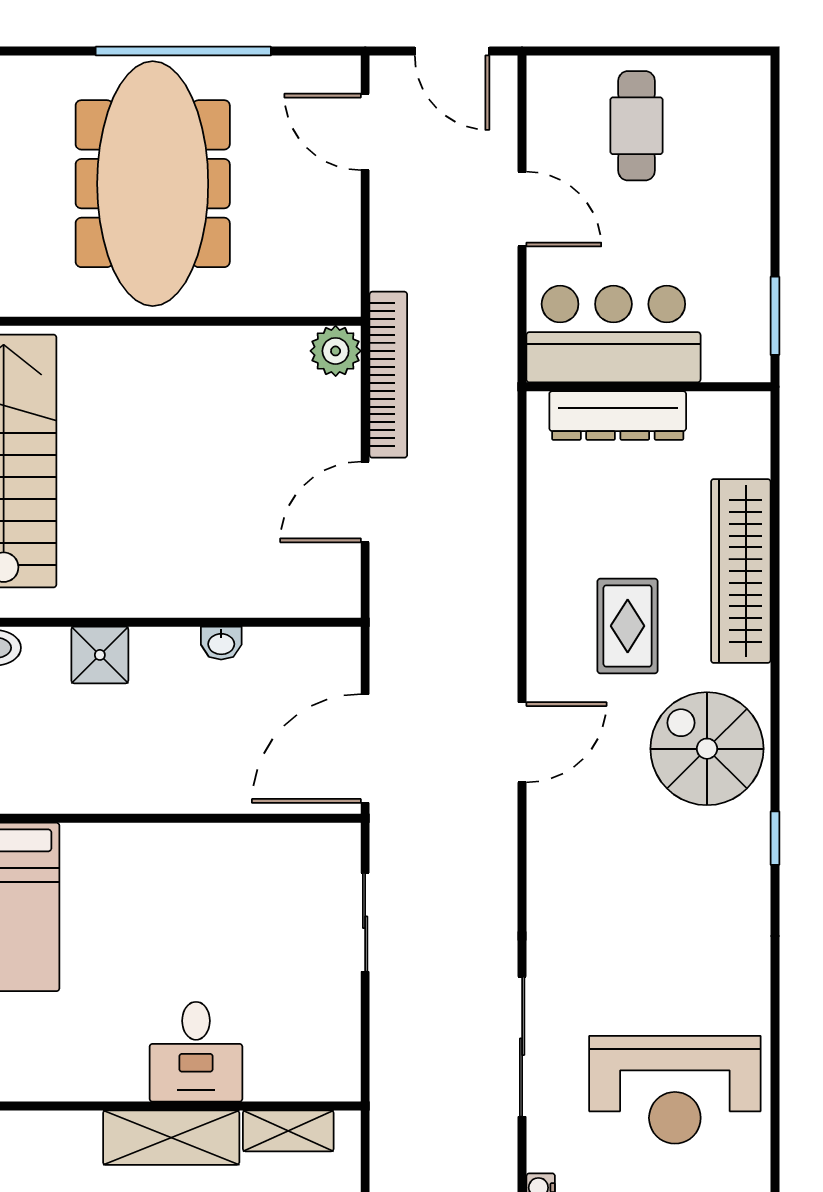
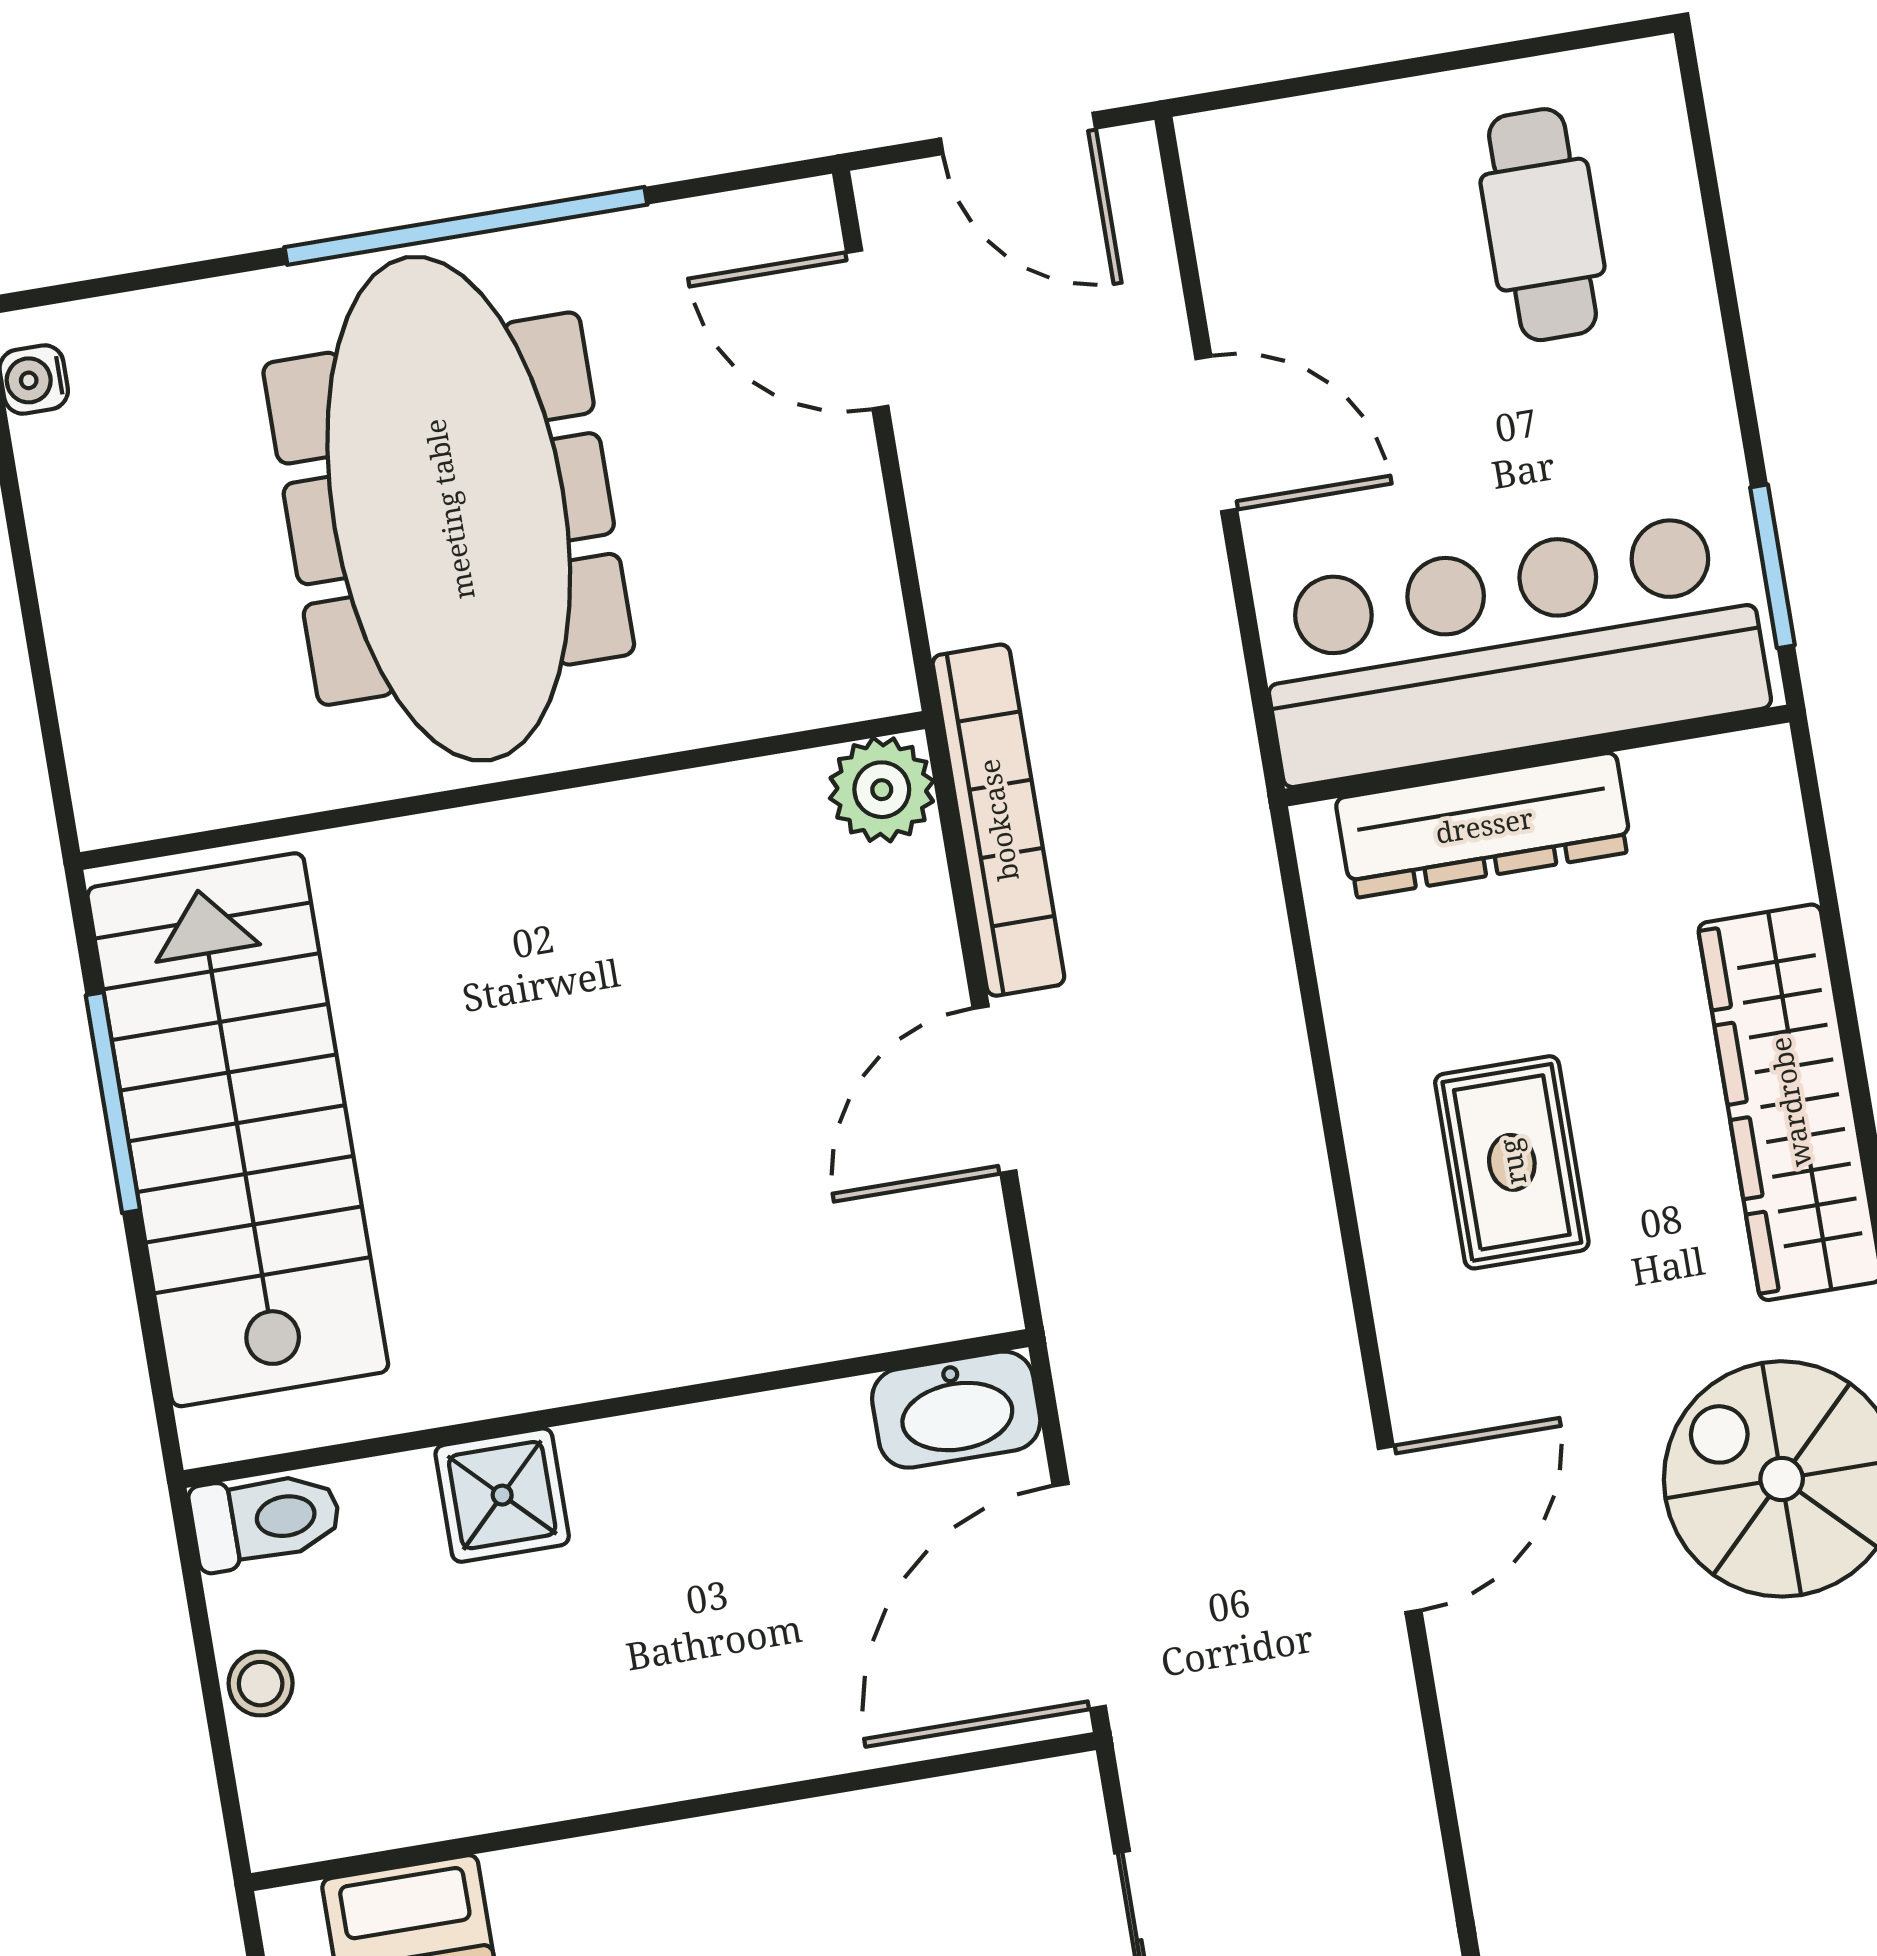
cafe table: (637, 126) -> (1543, 225), moved
bar counter: (613, 334) -> (1512, 648), width x1.36
rug: (628, 626) -> (1512, 1162), moved
washbasin: (221, 643) -> (956, 1410), moved, width x1.91, depth x1.45

